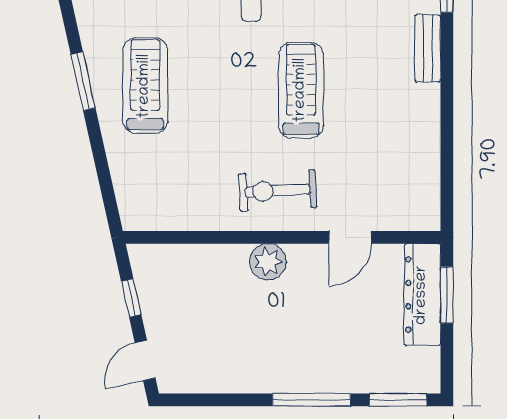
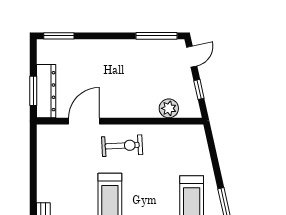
door: (350, 237) -> (84, 121), width x1.38
plant: (268, 262) -> (169, 108), moved
window: (311, 400) -> (157, 36), moved

